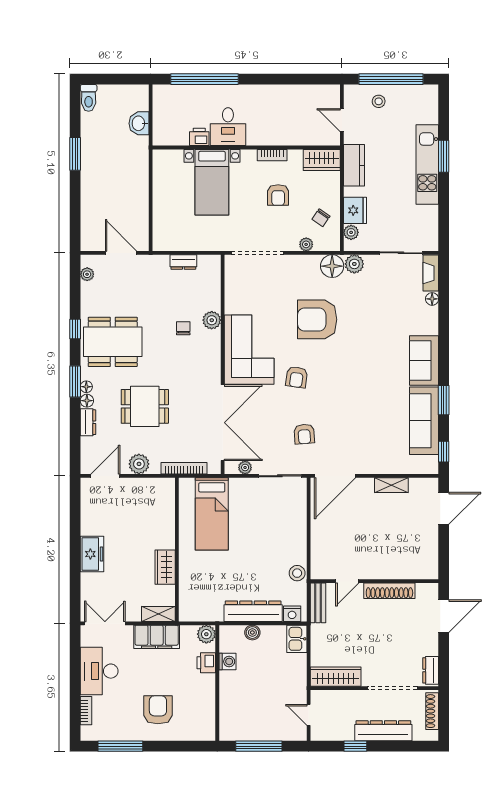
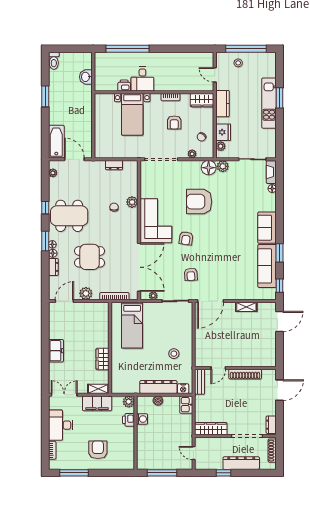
bathtub: (93, 225) -> (56, 142), added
stool: (297, 573) -> (174, 354), moved

